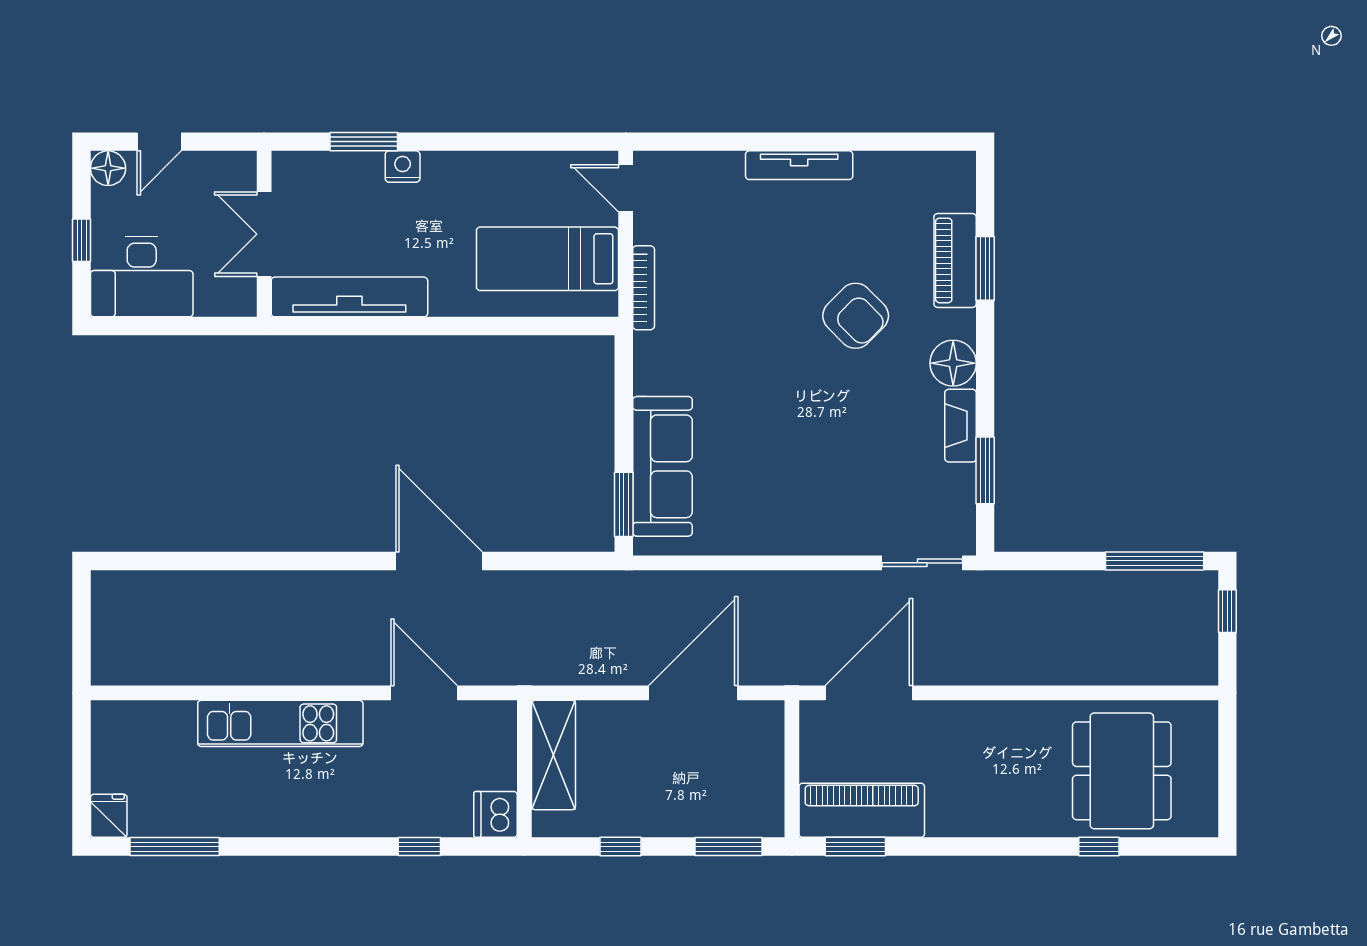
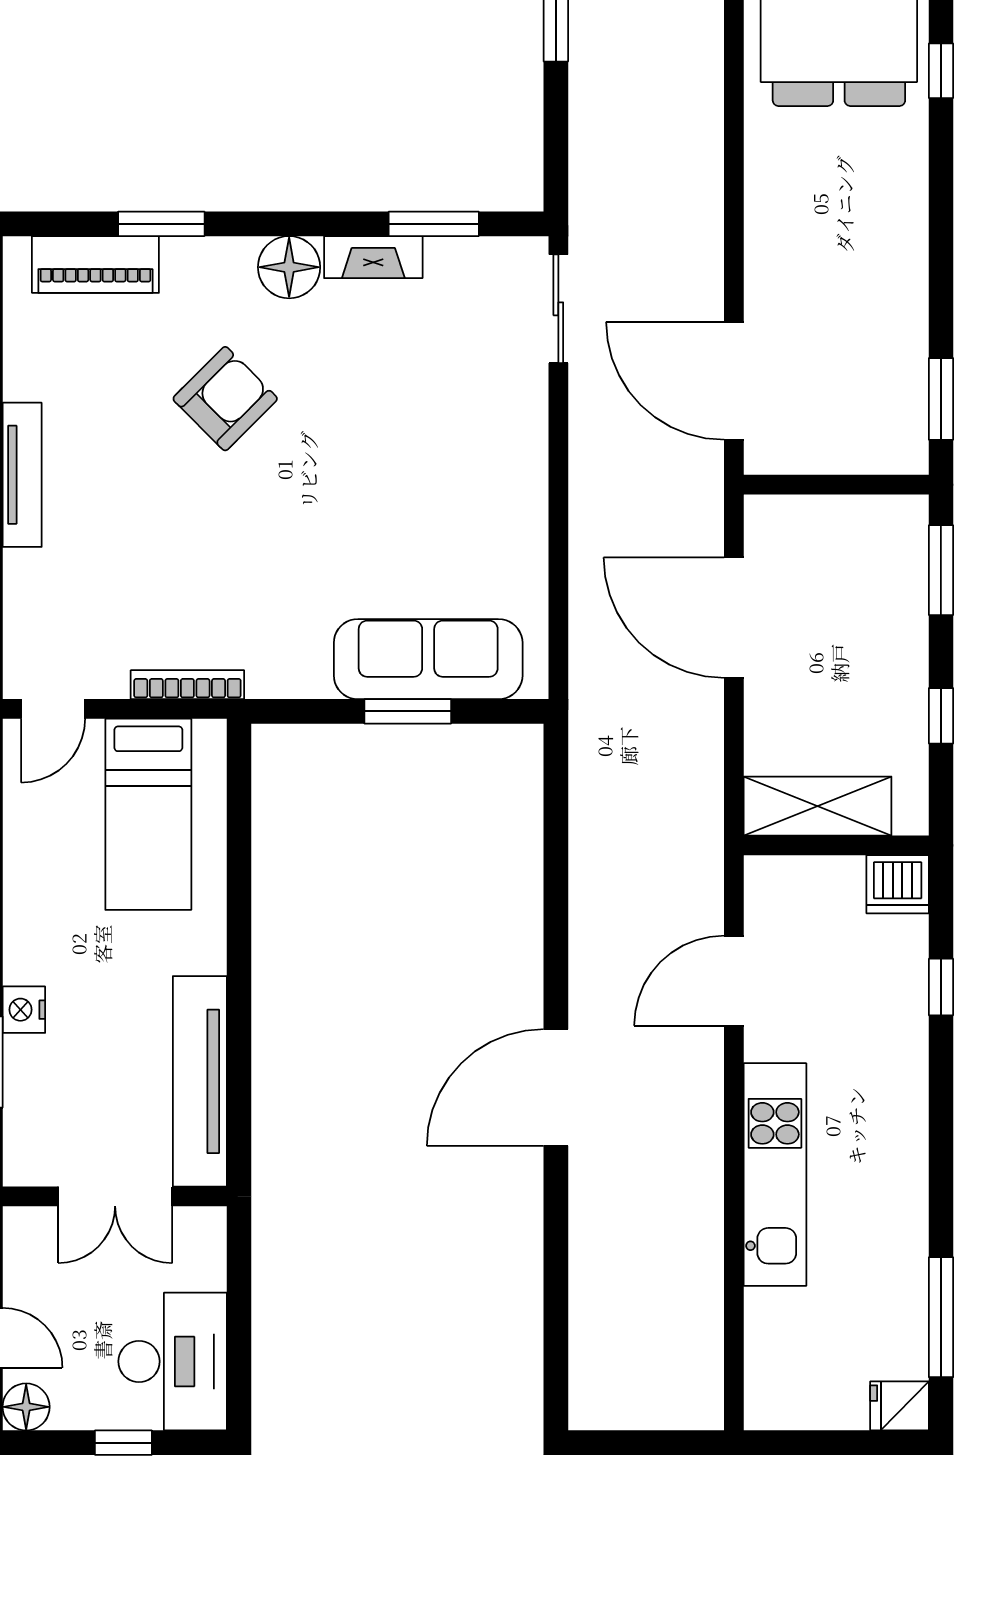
piano: (955, 260) -> (95, 265), moved
window: (624, 504) -> (408, 711), moved
door: (439, 561) -> (556, 1088), moved
piano: (862, 810) -> (892, 390), removed

